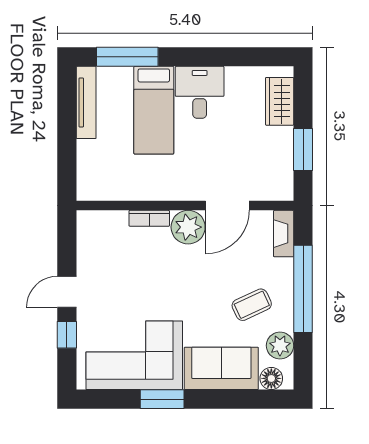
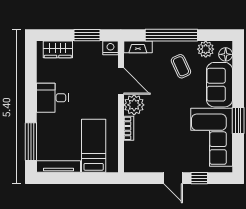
bed: (154, 110) -> (94, 146), moved, turned -90
nightstand: (282, 188) -> (110, 48), added

